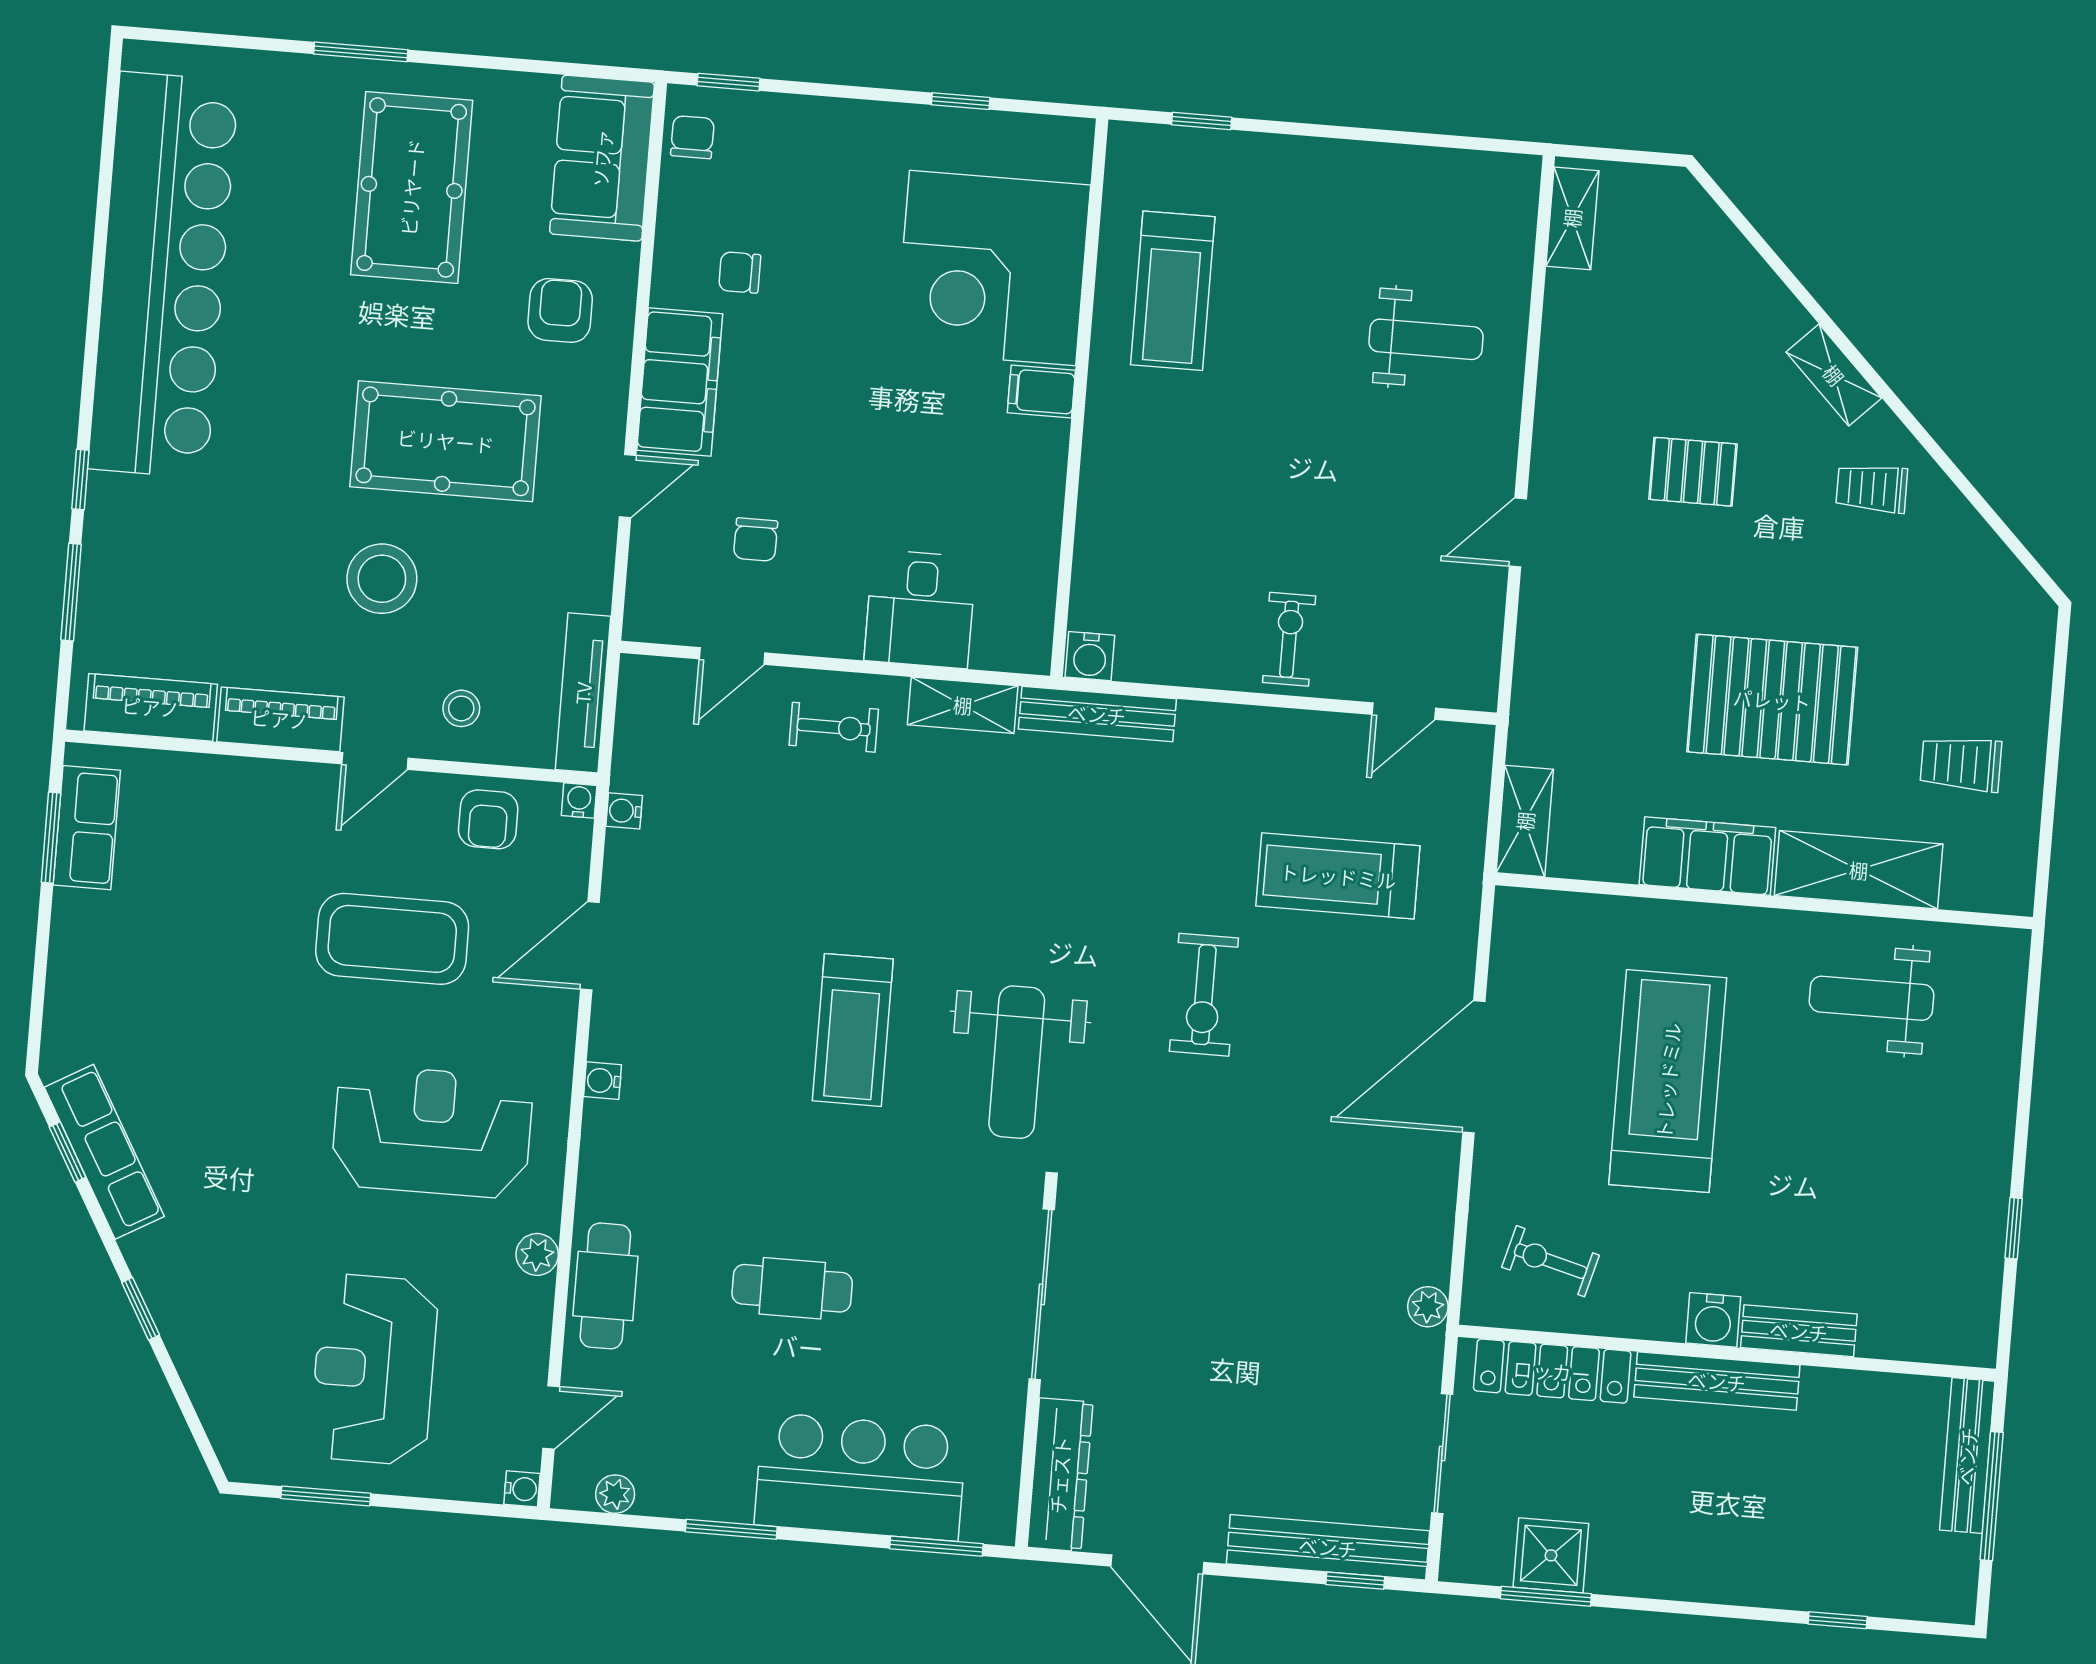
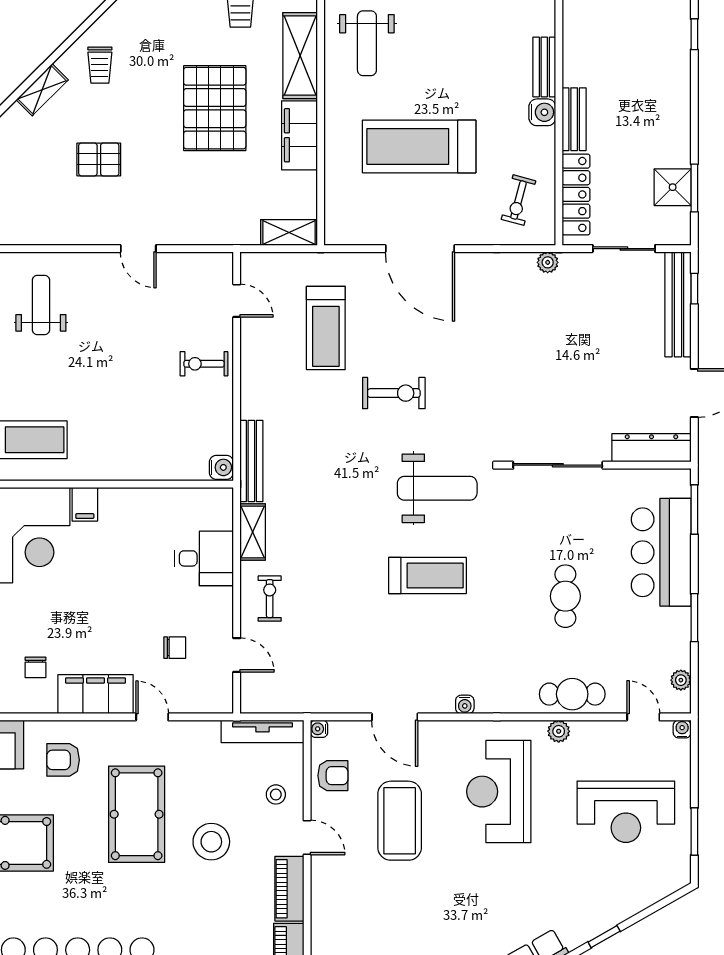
pallet: (1693, 472) -> (99, 159), turned 90
water cooler: (624, 811) -> (322, 705), removed
bench: (1717, 1381) -> (574, 119), width x0.73

